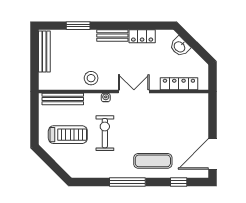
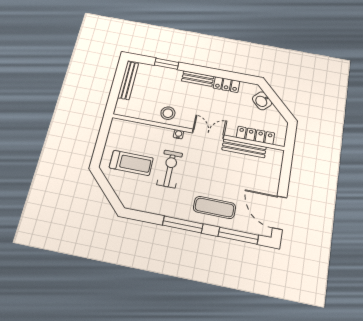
bench: (63, 99) -> (244, 148), moved
door: (212, 154) -> (280, 213), hinge flipped
window: (179, 182) -> (238, 236), width x2.17

